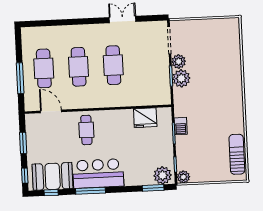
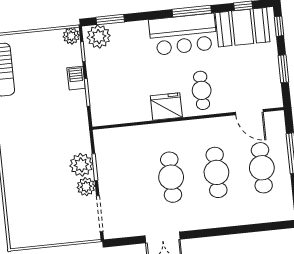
fridge: (145, 118) -> (166, 107), moved
barbecue: (181, 126) -> (76, 78), moved

